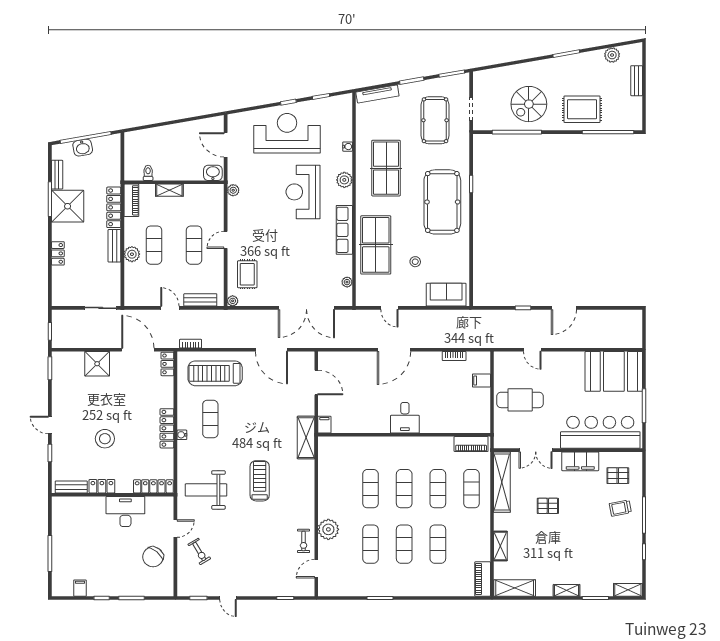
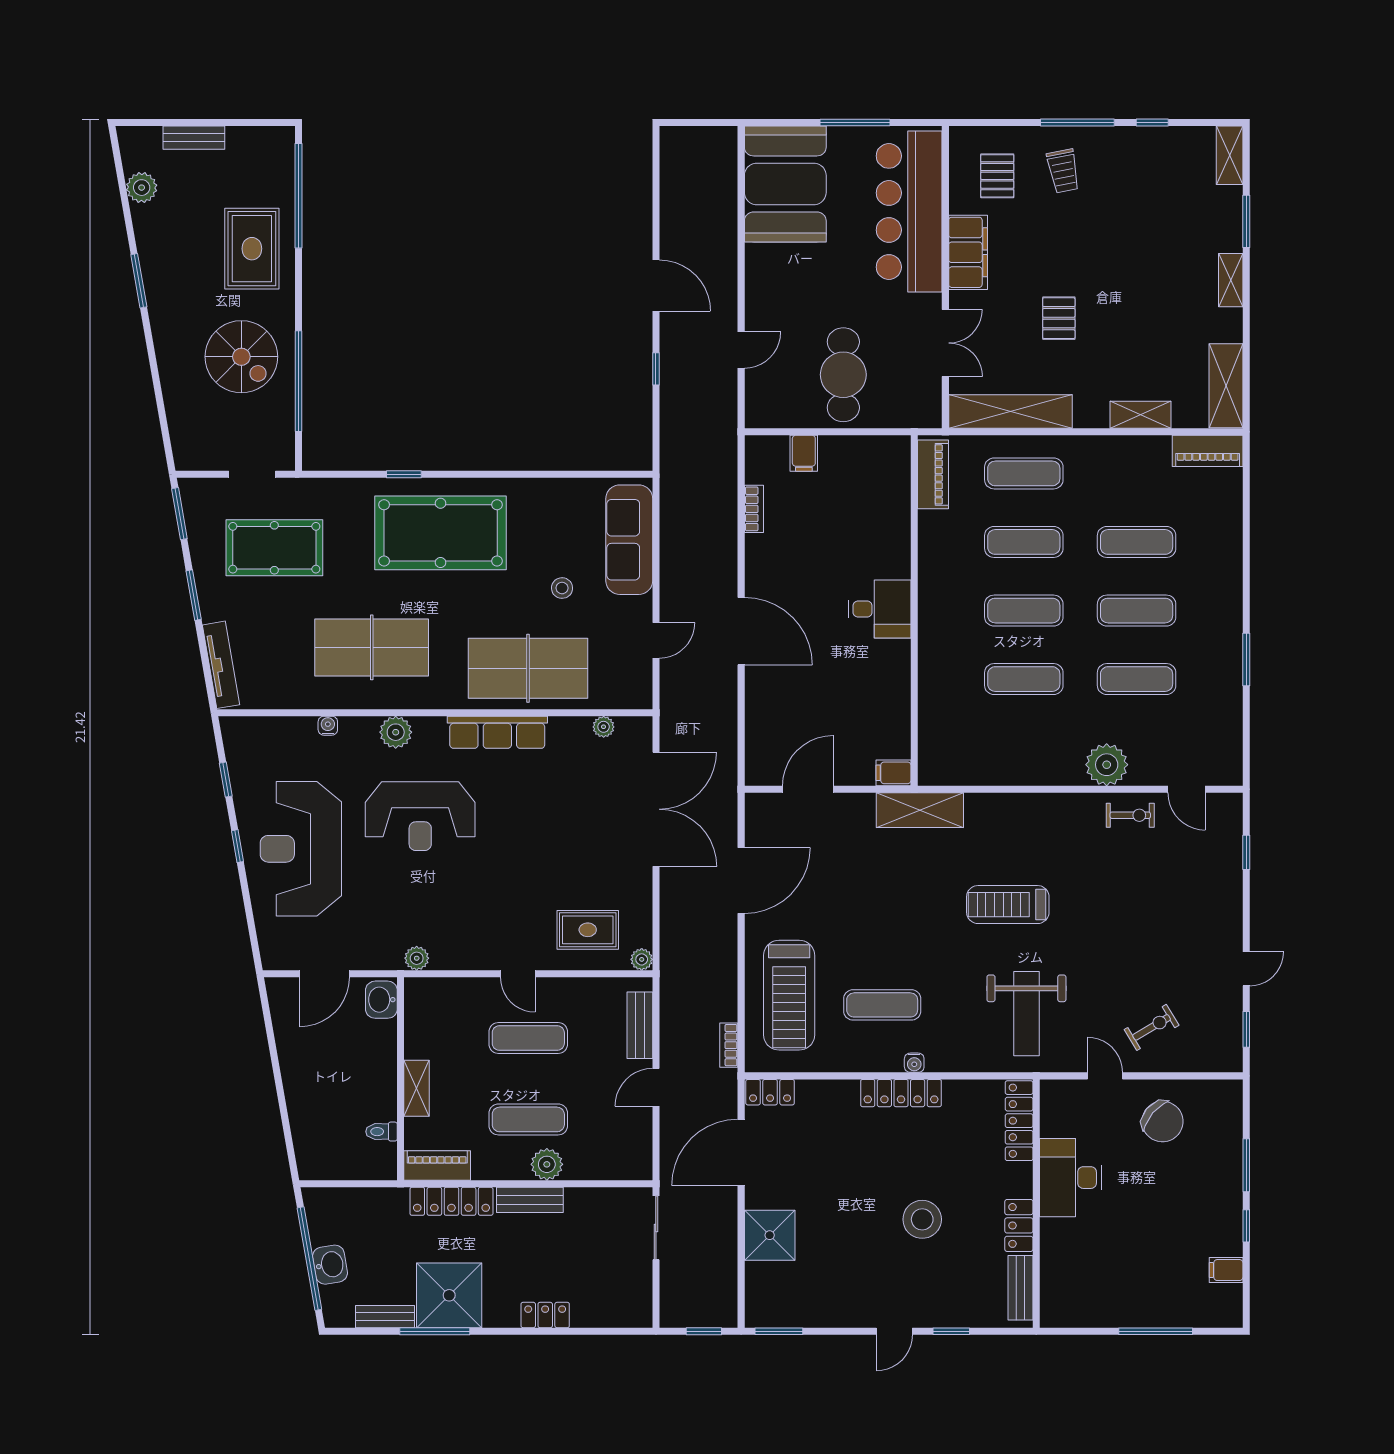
sofa: (446, 295) -> (629, 540), width x1.36

